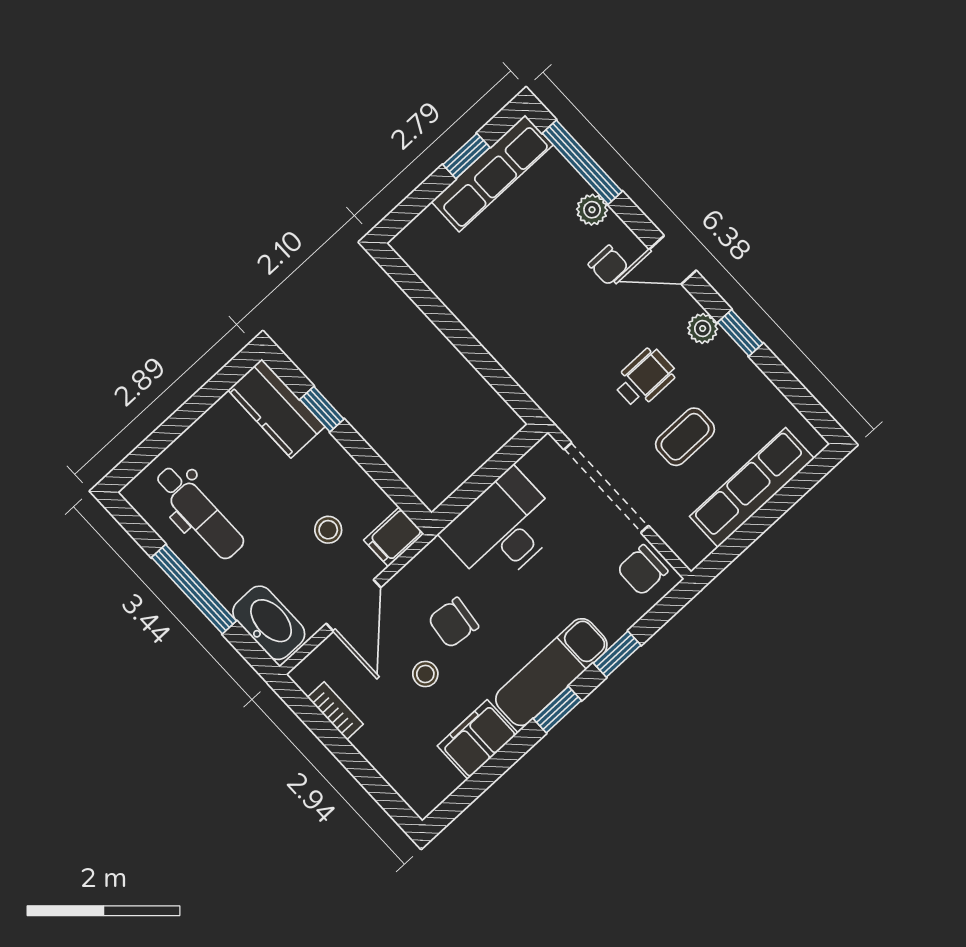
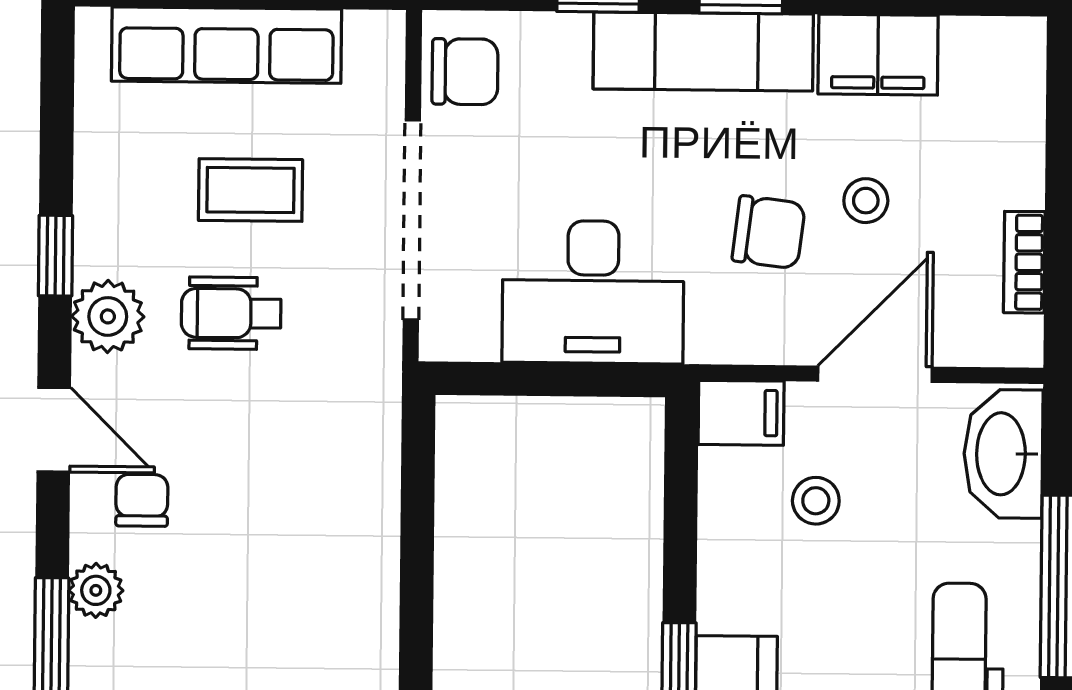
plant: (703, 328) -> (108, 316), width x1.38, depth x1.38

